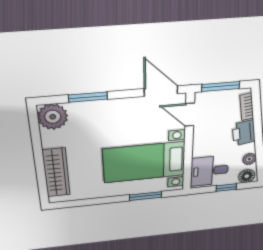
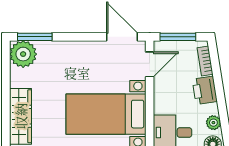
window: (88, 97) -> (35, 37), moved
door: (190, 115) -> (150, 64), swing flipped

